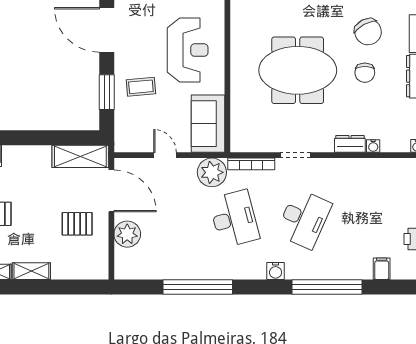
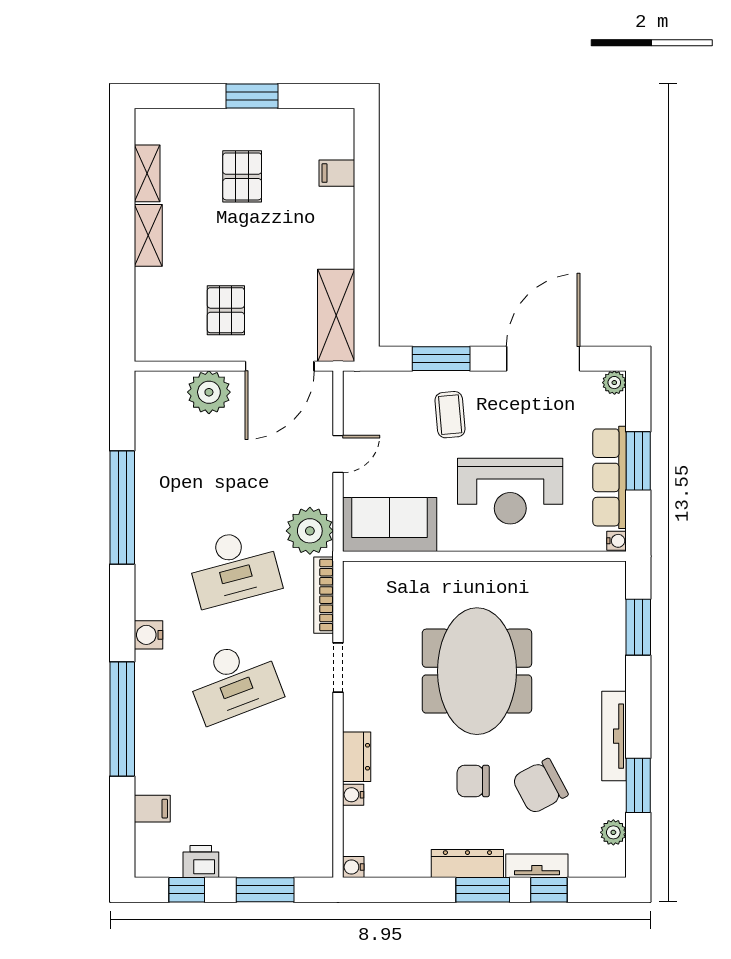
desk: (304, 219) -> (234, 681), turned -45

